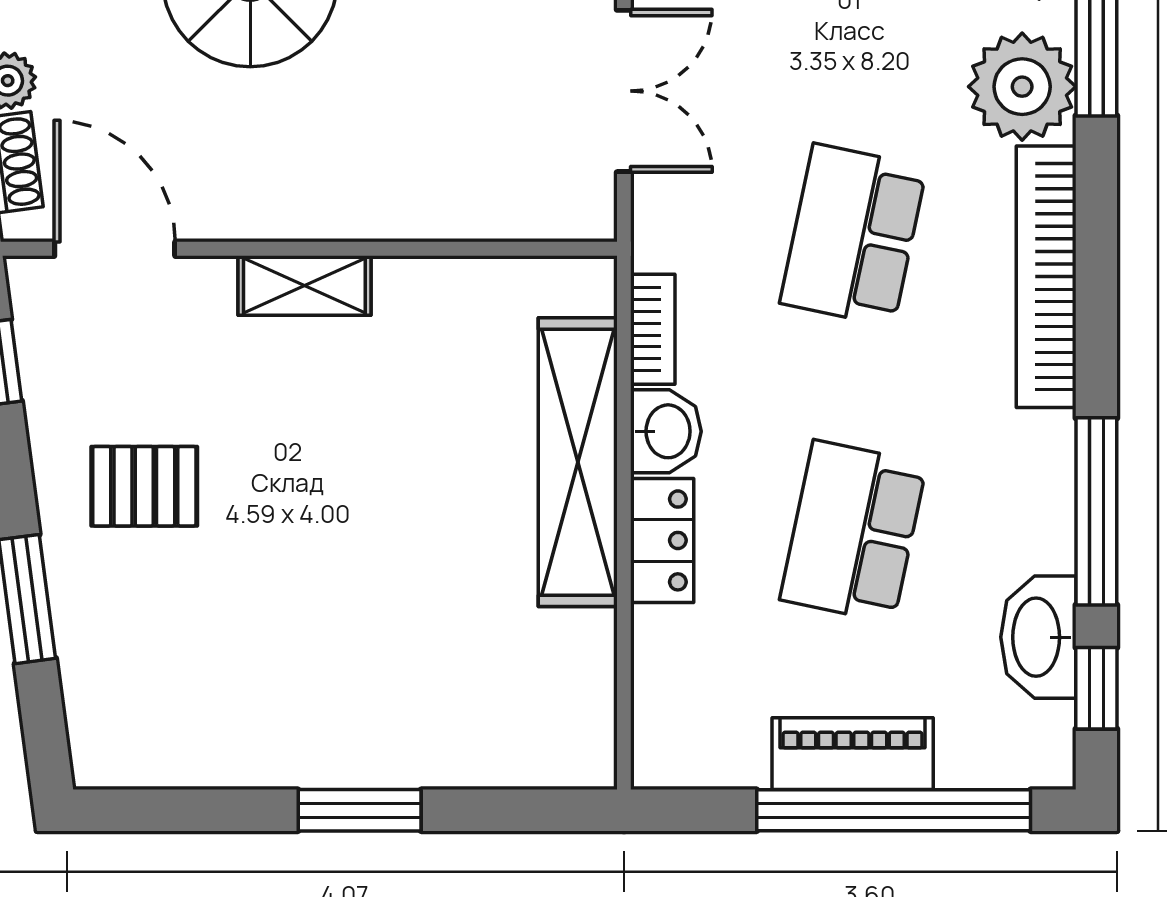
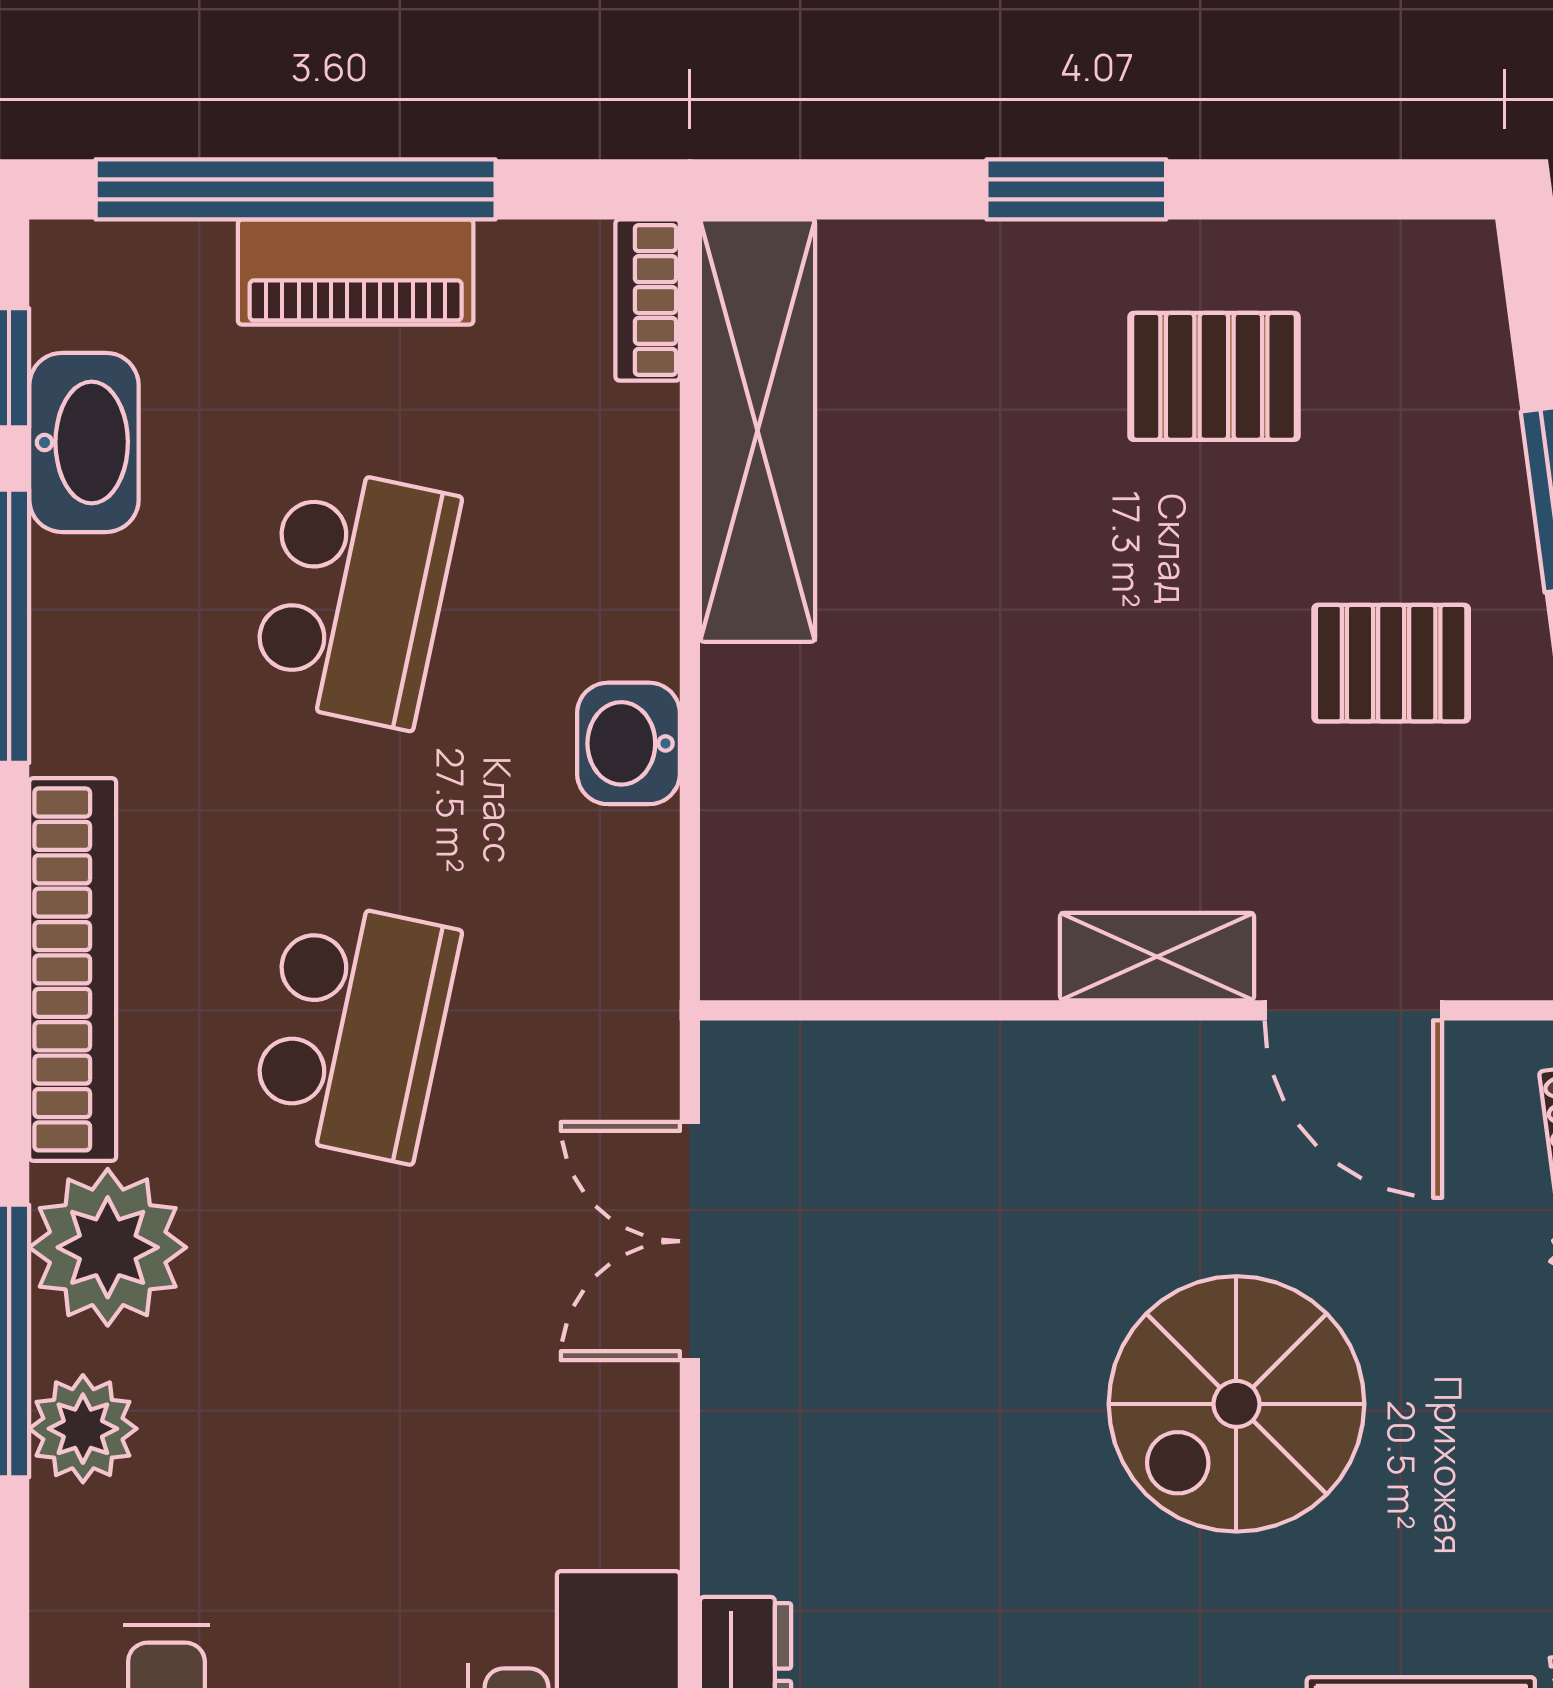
door: (115, 249) -> (1353, 1010), moved
bookcase: (653, 329) -> (648, 300), moved
shelving: (578, 462) -> (758, 431), moved
locker: (662, 540) -> (634, 584), removed
pallet: (265, 682) -> (1214, 376), added

